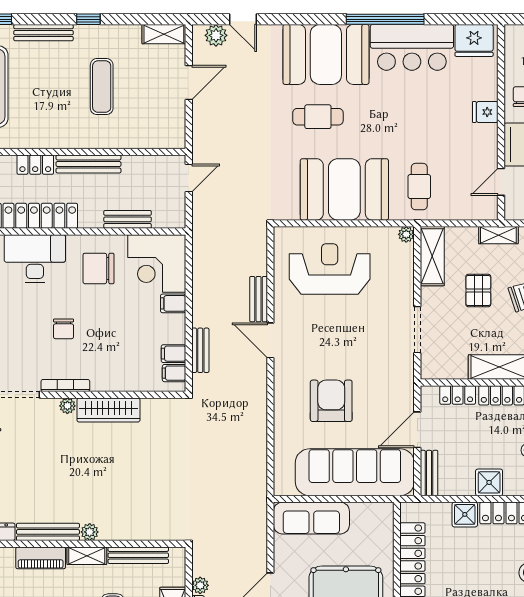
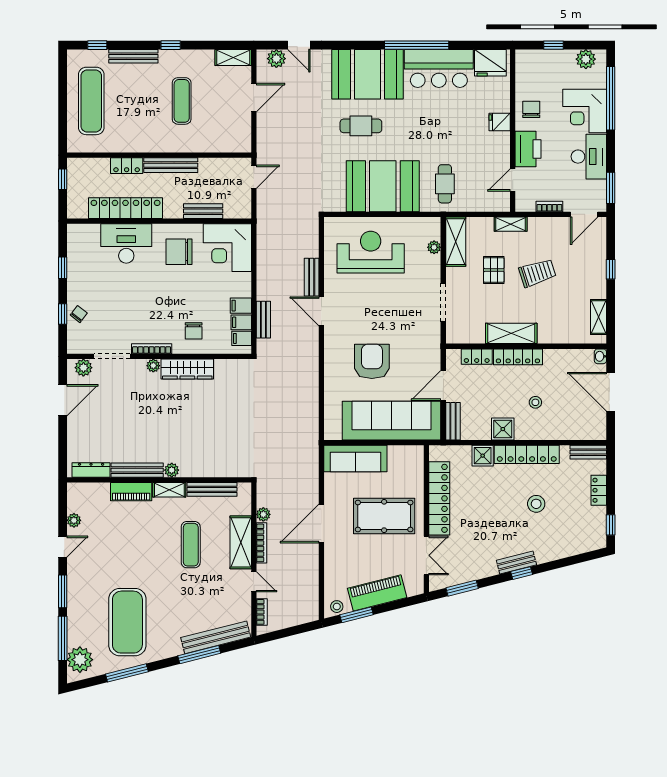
plant: (406, 234) -> (434, 247), moved
filing cabinet: (173, 303) -> (241, 306), moved
chair: (63, 329) -> (194, 331), moved

